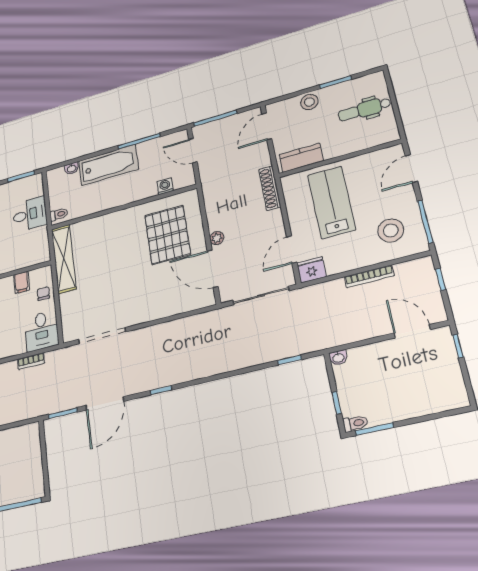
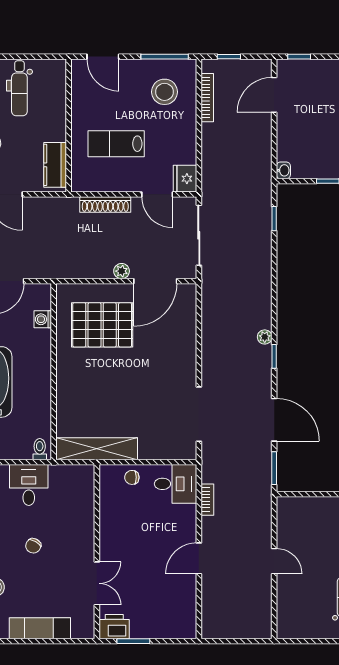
shoe rack: (270, 188) -> (105, 204), moved
lab bench: (331, 202) -> (116, 144), width x0.73, depth x0.72
bookcase: (369, 276) -> (207, 98), moved
filing cabinet: (22, 282) -> (111, 503), removed
plant: (177, 377) -> (265, 337), added

